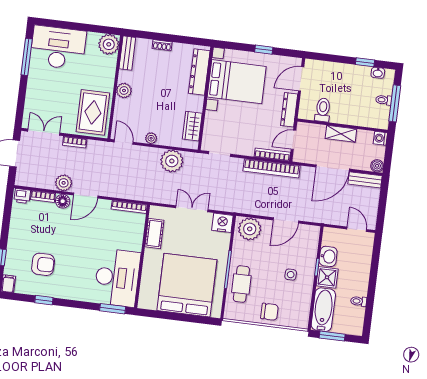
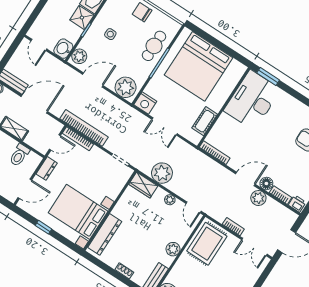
dresser: (289, 110) -> (47, 168), width x0.70
wardrobe: (192, 126) -> (143, 185), moved, turned 90
plant: (311, 237) -> (79, 56), added
washbasin: (328, 256) -> (63, 49), moved

